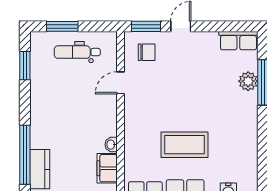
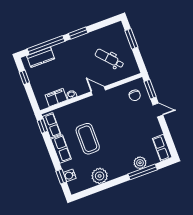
dental chair: (77, 52) -> (109, 59), moved, turned -42
window: (25, 66) -> (78, 33), moved
door: (120, 83) -> (98, 91), moved
plant: (245, 148) -> (100, 176), added

